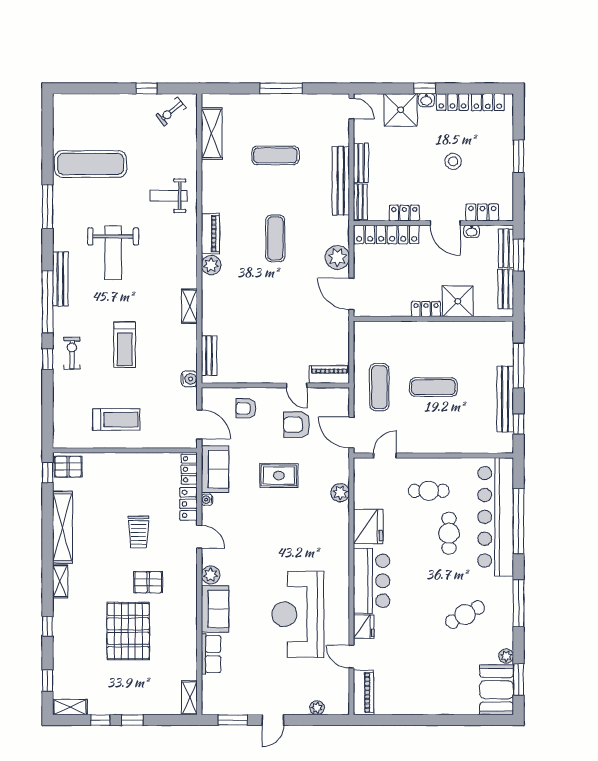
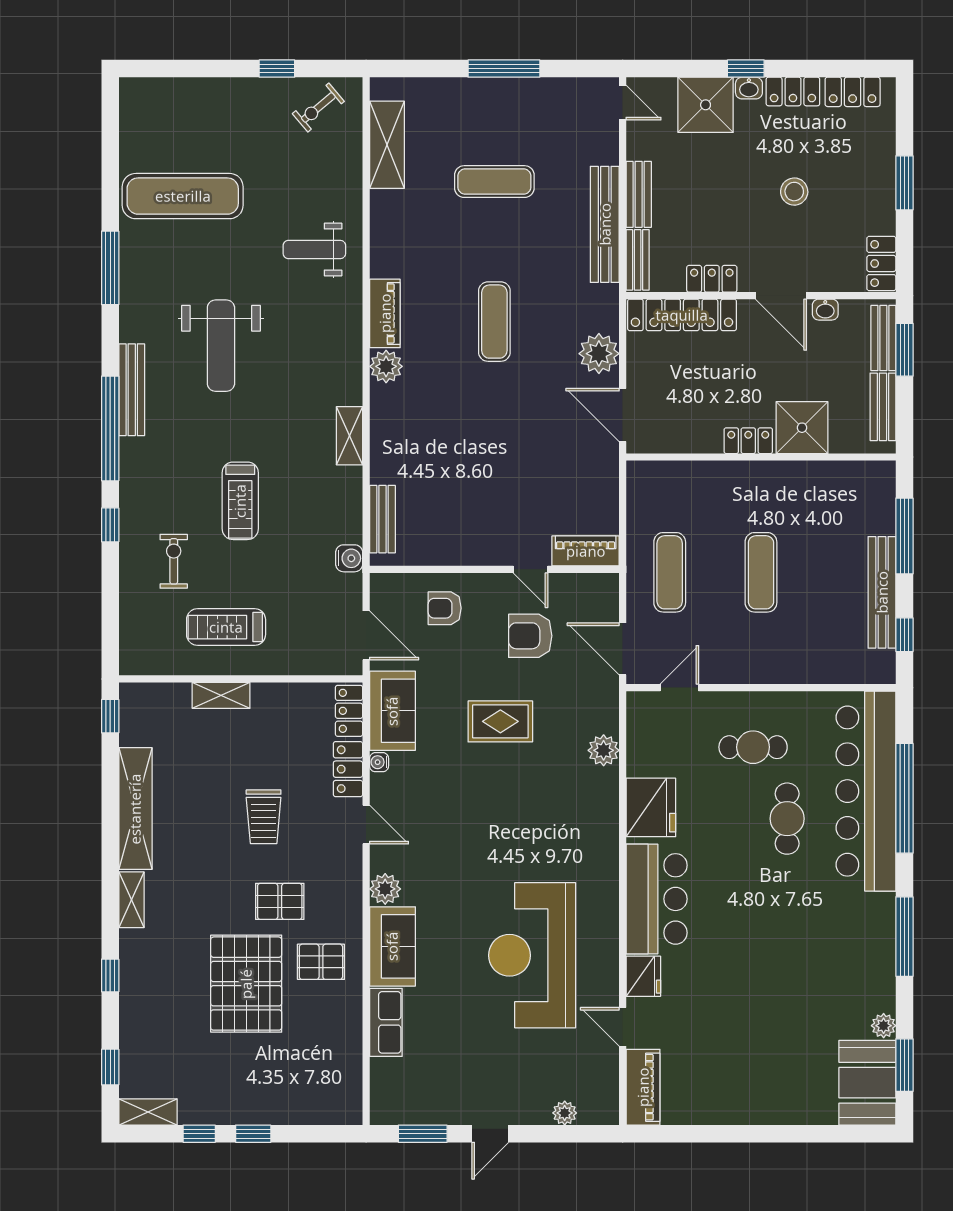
locker: (482, 212) -> (881, 263), moved, turned -90
exercise bike: (72, 353) -> (174, 561), moved
exercise mat: (433, 387) -> (761, 572), turned 90
treadmill: (116, 420) -> (226, 627), turned 180
pallet: (68, 467) -> (321, 962), moved
cafe table: (465, 614) -> (814, 956), removed
shelving: (190, 698) -> (221, 695), moved, turned 90

